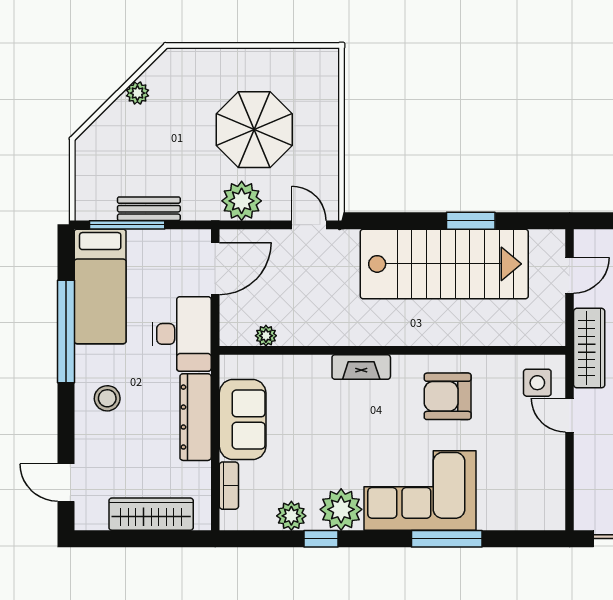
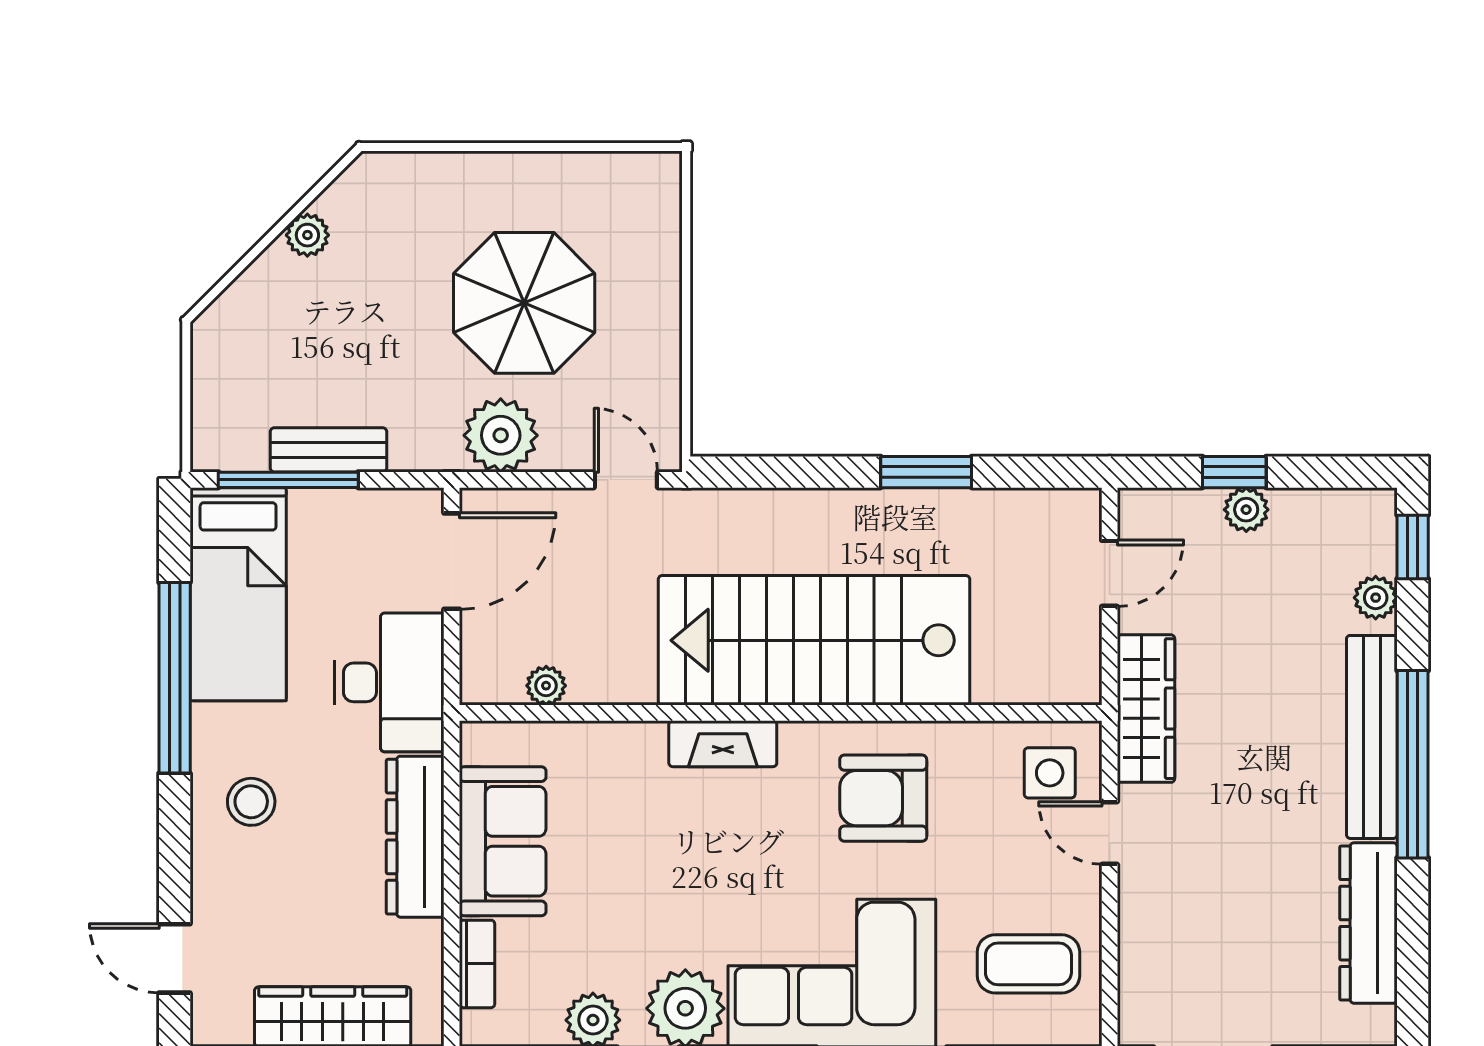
stairs: (444, 264) -> (814, 640), moved, turned 180
coffee table: (526, 486) -> (1028, 964), added

